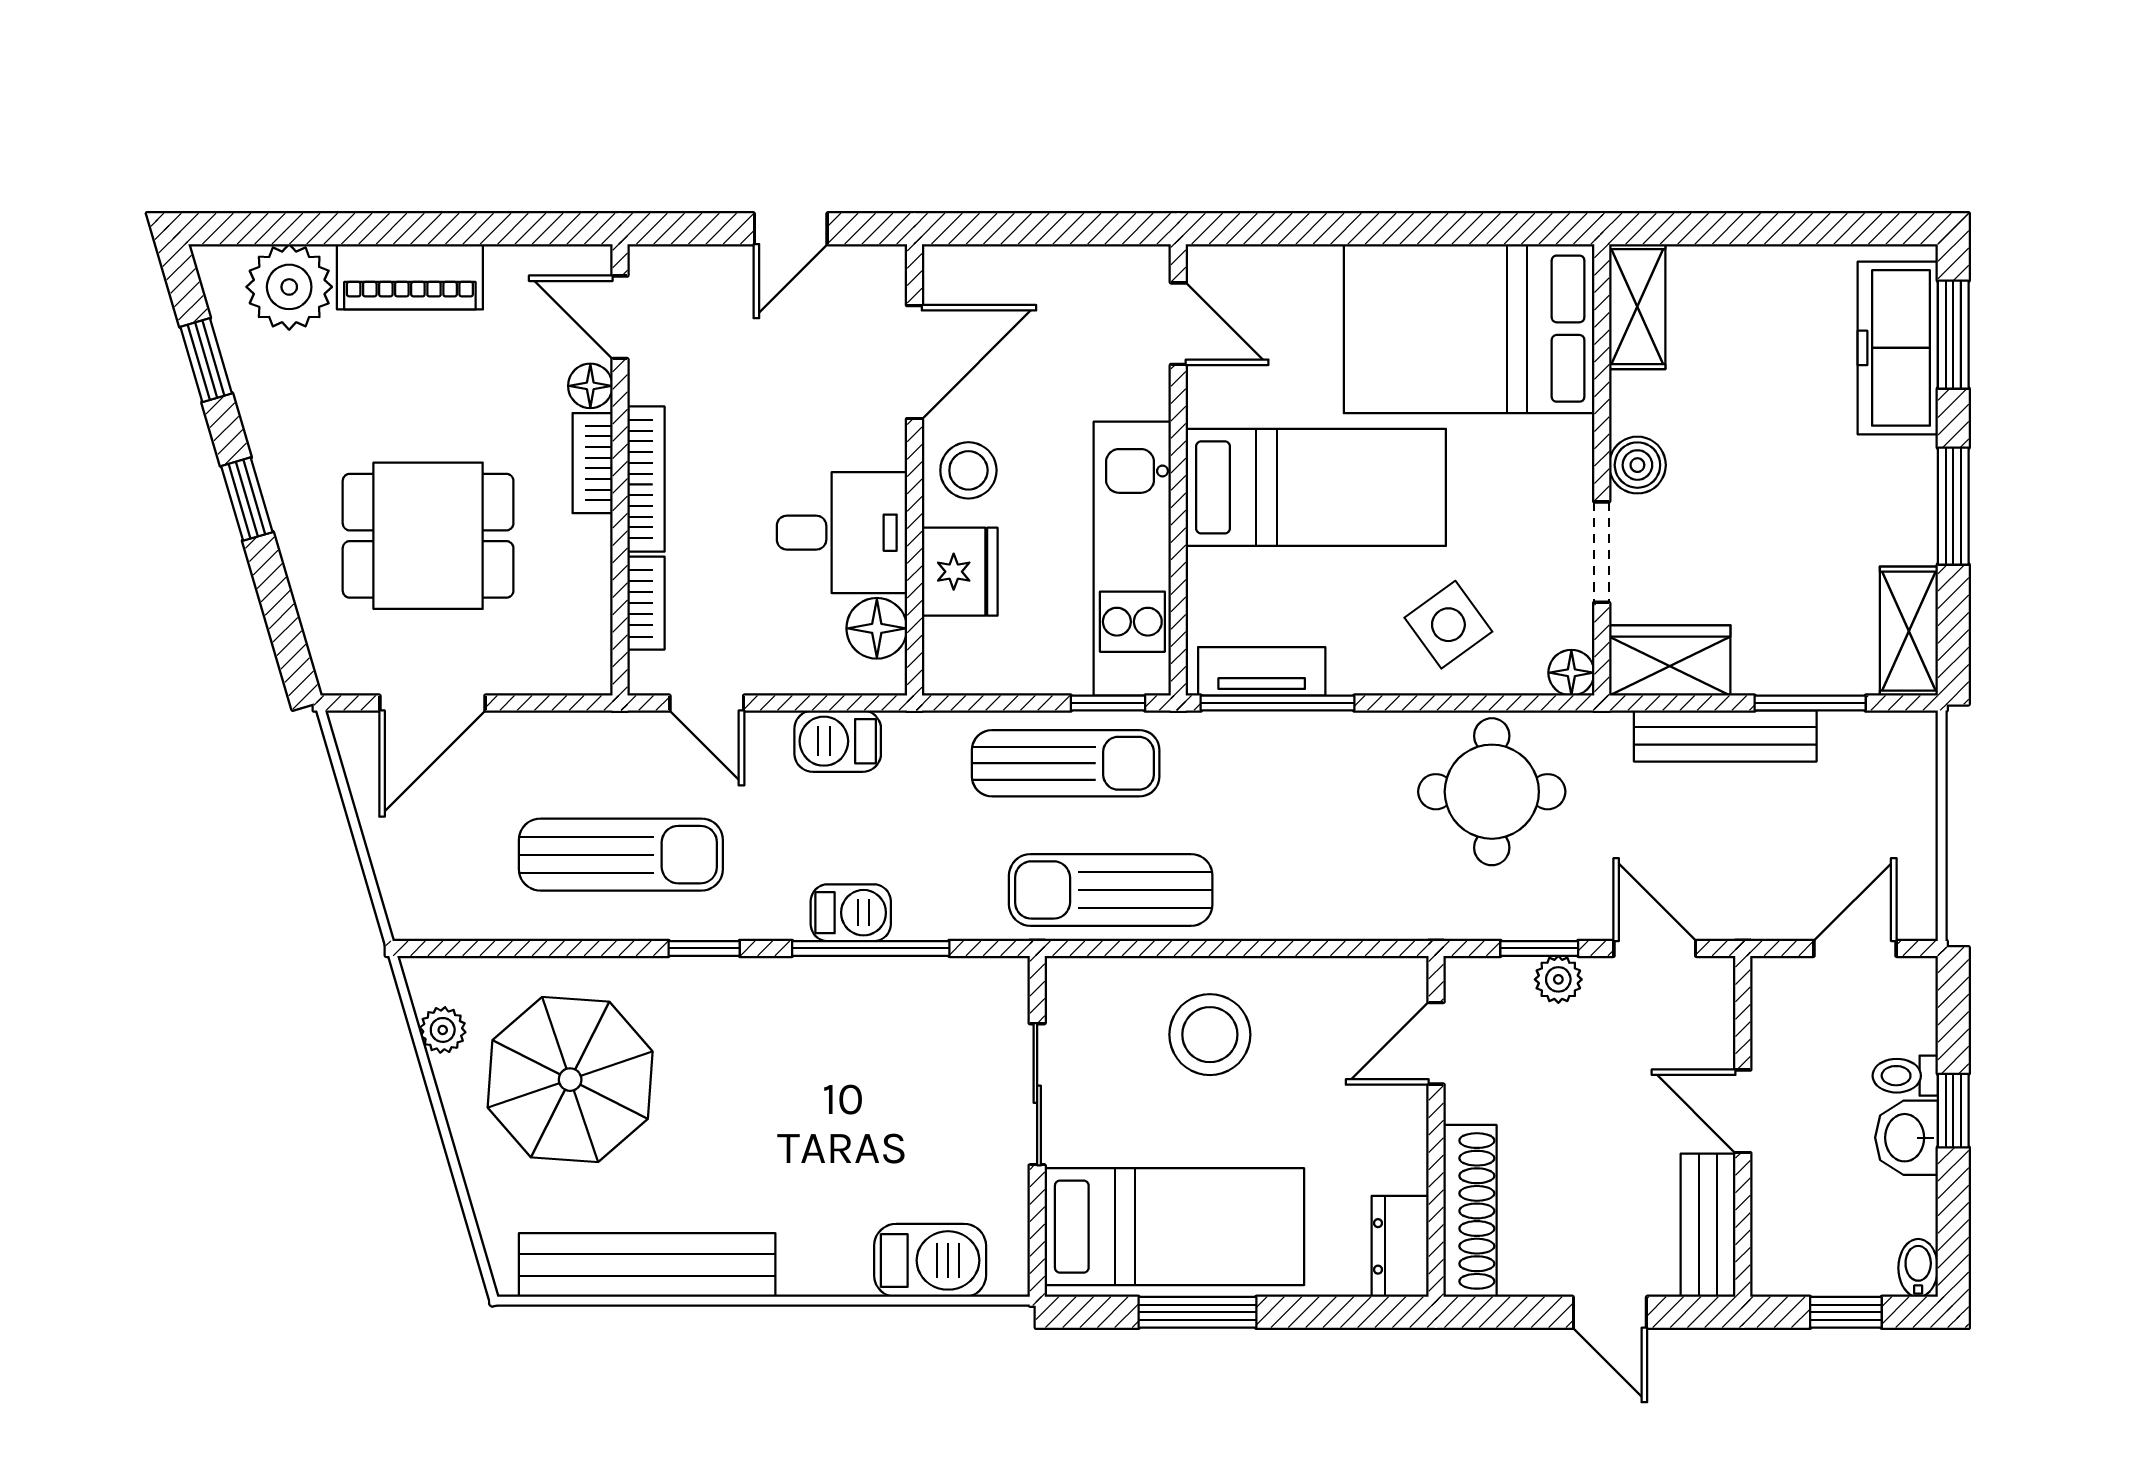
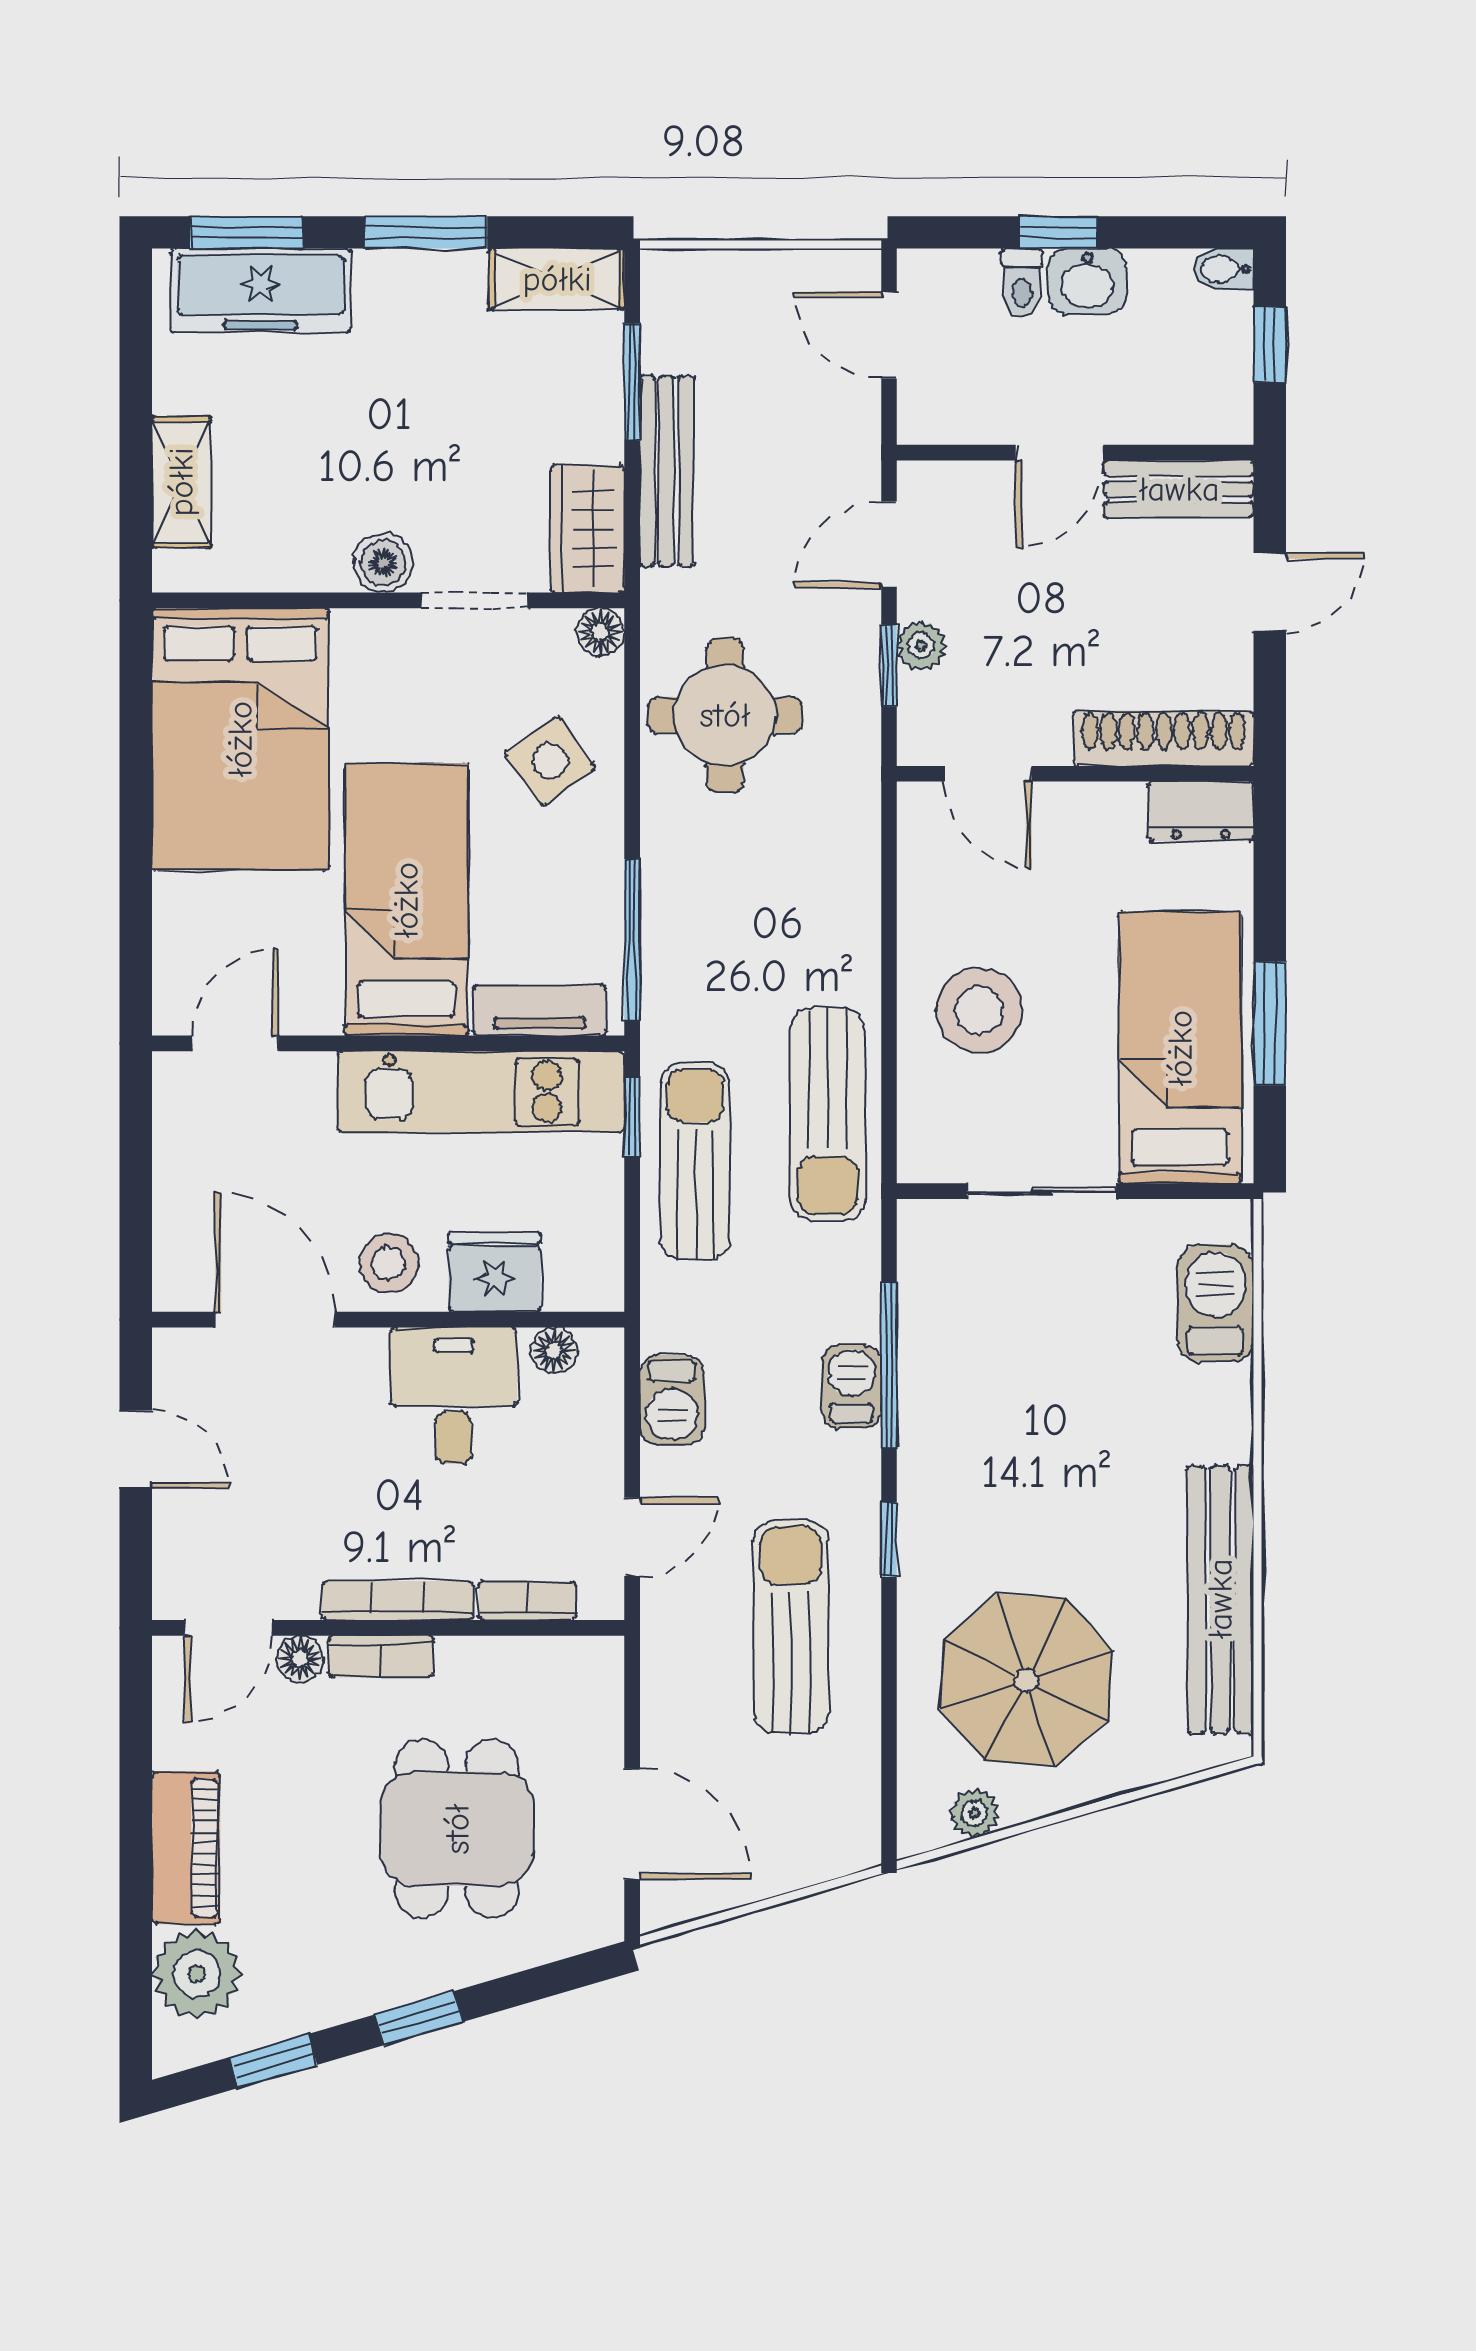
shelving: (1637, 307) -> (181, 482), moved, turned 90
floor lamp: (877, 628) -> (554, 1350), width x0.73, depth x0.73
tv unit: (1262, 671) -> (540, 1010), moved, turned 90

